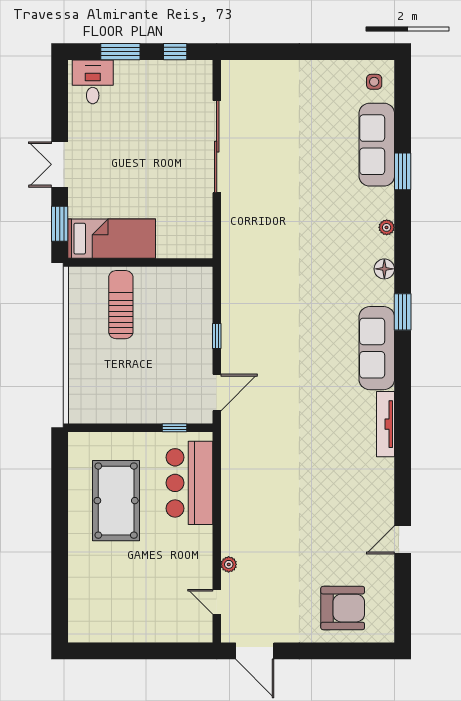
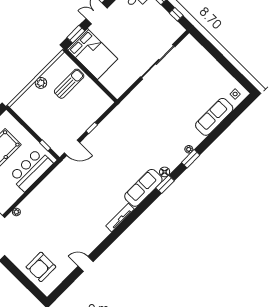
window: (403, 171) -> (191, 159), moved
bed: (112, 239) -> (92, 54), width x1.50
floor lamp: (384, 269) -> (165, 172), moved
plant: (79, 344) -> (41, 83), added
armchair: (343, 608) -> (41, 267), turned 90

